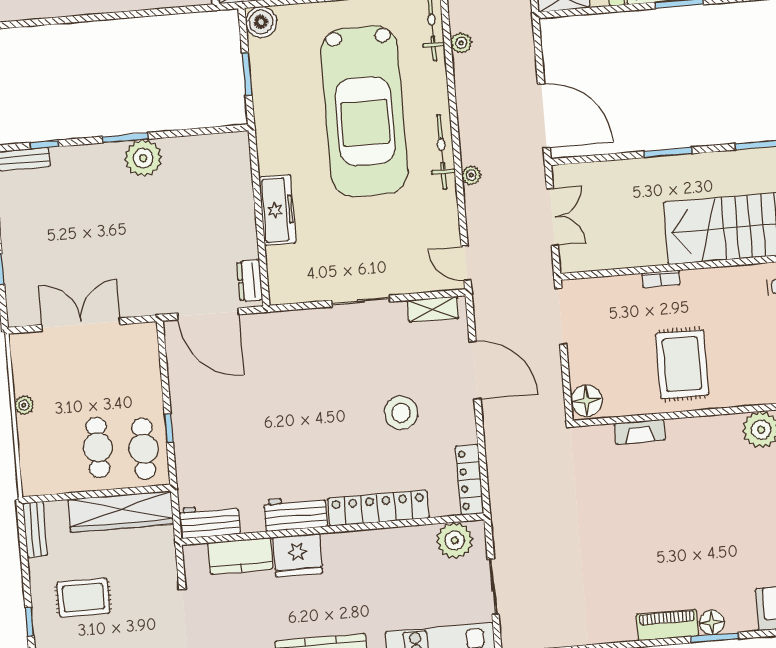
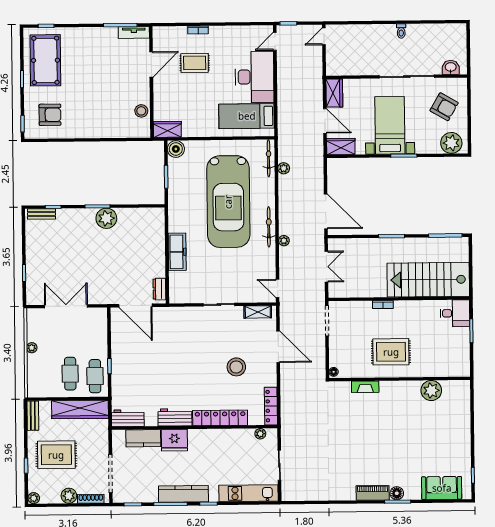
rug: (682, 364) -> (391, 352), turned 90
floor lamp: (587, 401) -> (334, 372), width x0.53, depth x0.53
plant: (455, 540) -> (260, 434), width x0.53, depth x0.53
rug: (83, 598) -> (56, 455), width x1.36, depth x1.43

